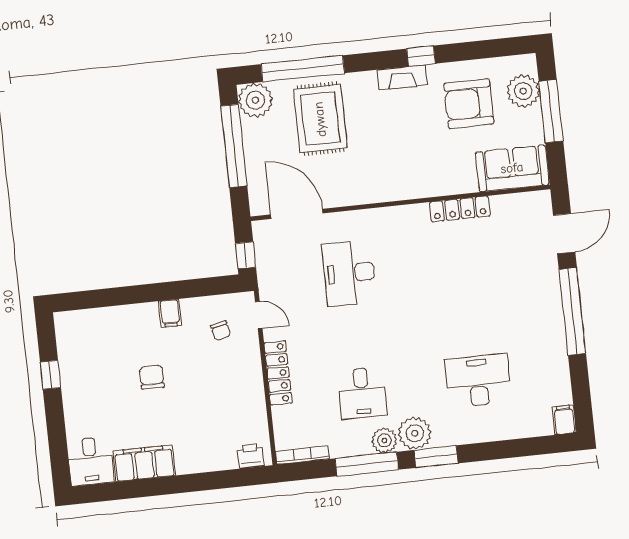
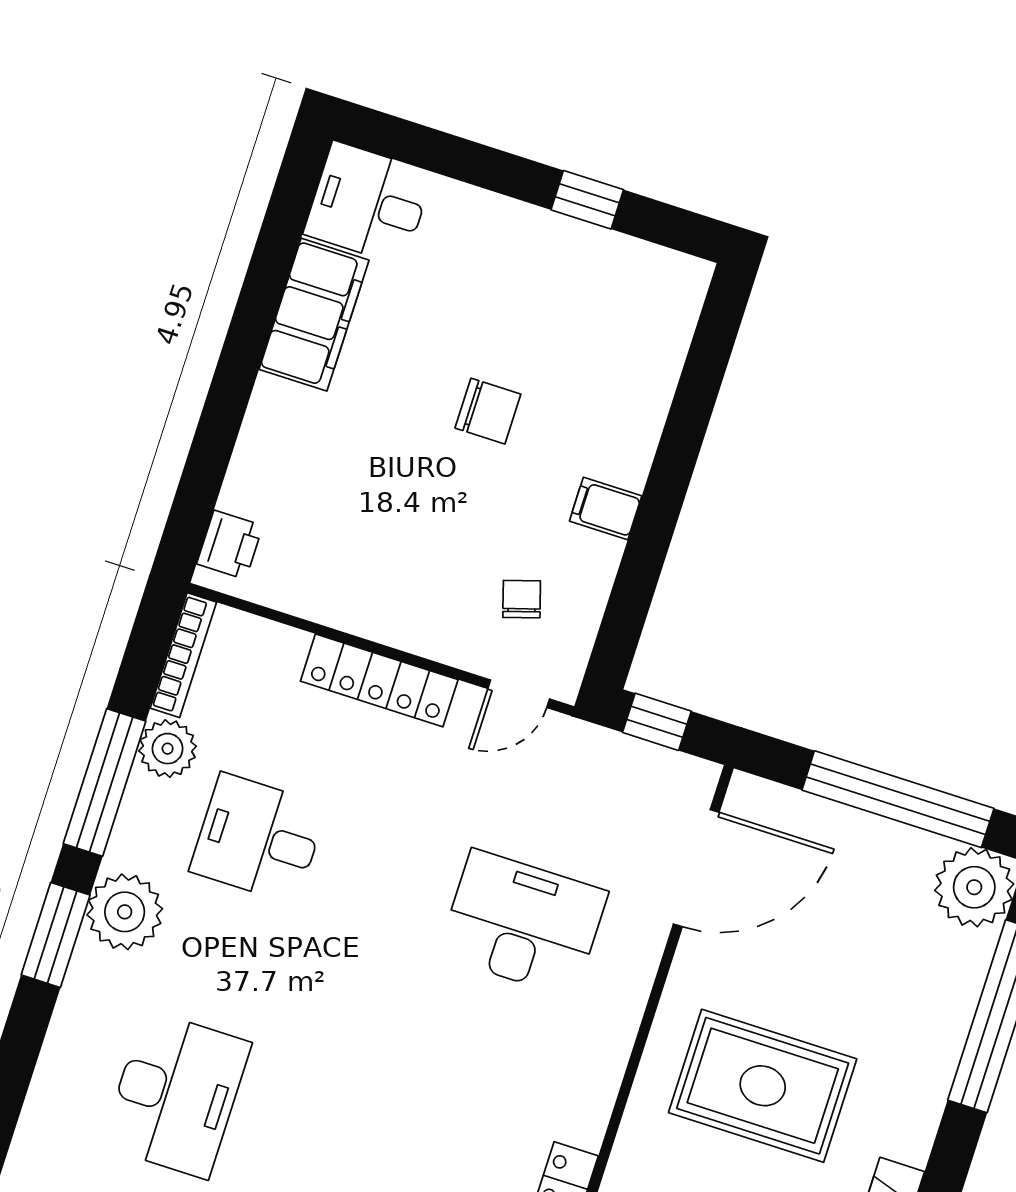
rug: (320, 119) -> (763, 1086), moved
chair: (221, 331) -> (522, 599), turned 85
plant: (384, 440) -> (168, 749), moved

